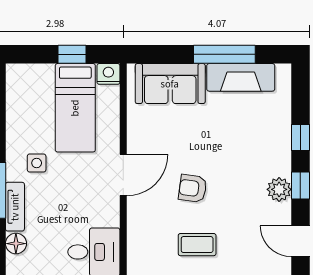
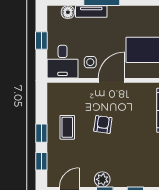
side table: (37, 163) -> (90, 62), moved
door: (123, 175) -> (111, 80), swing flipped

